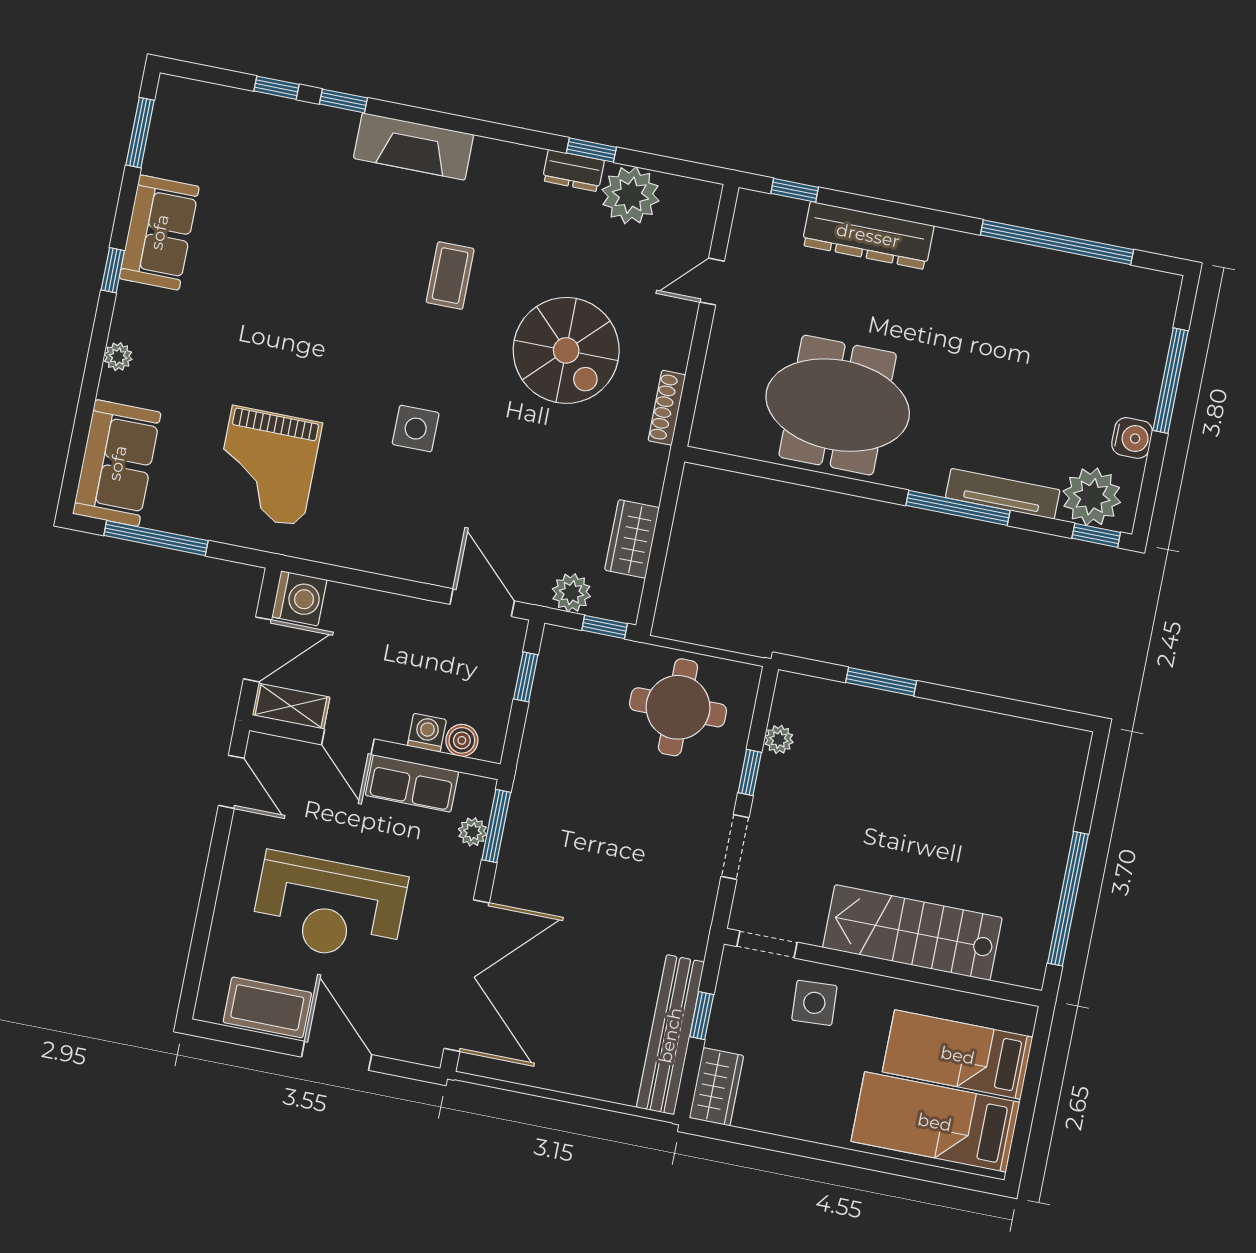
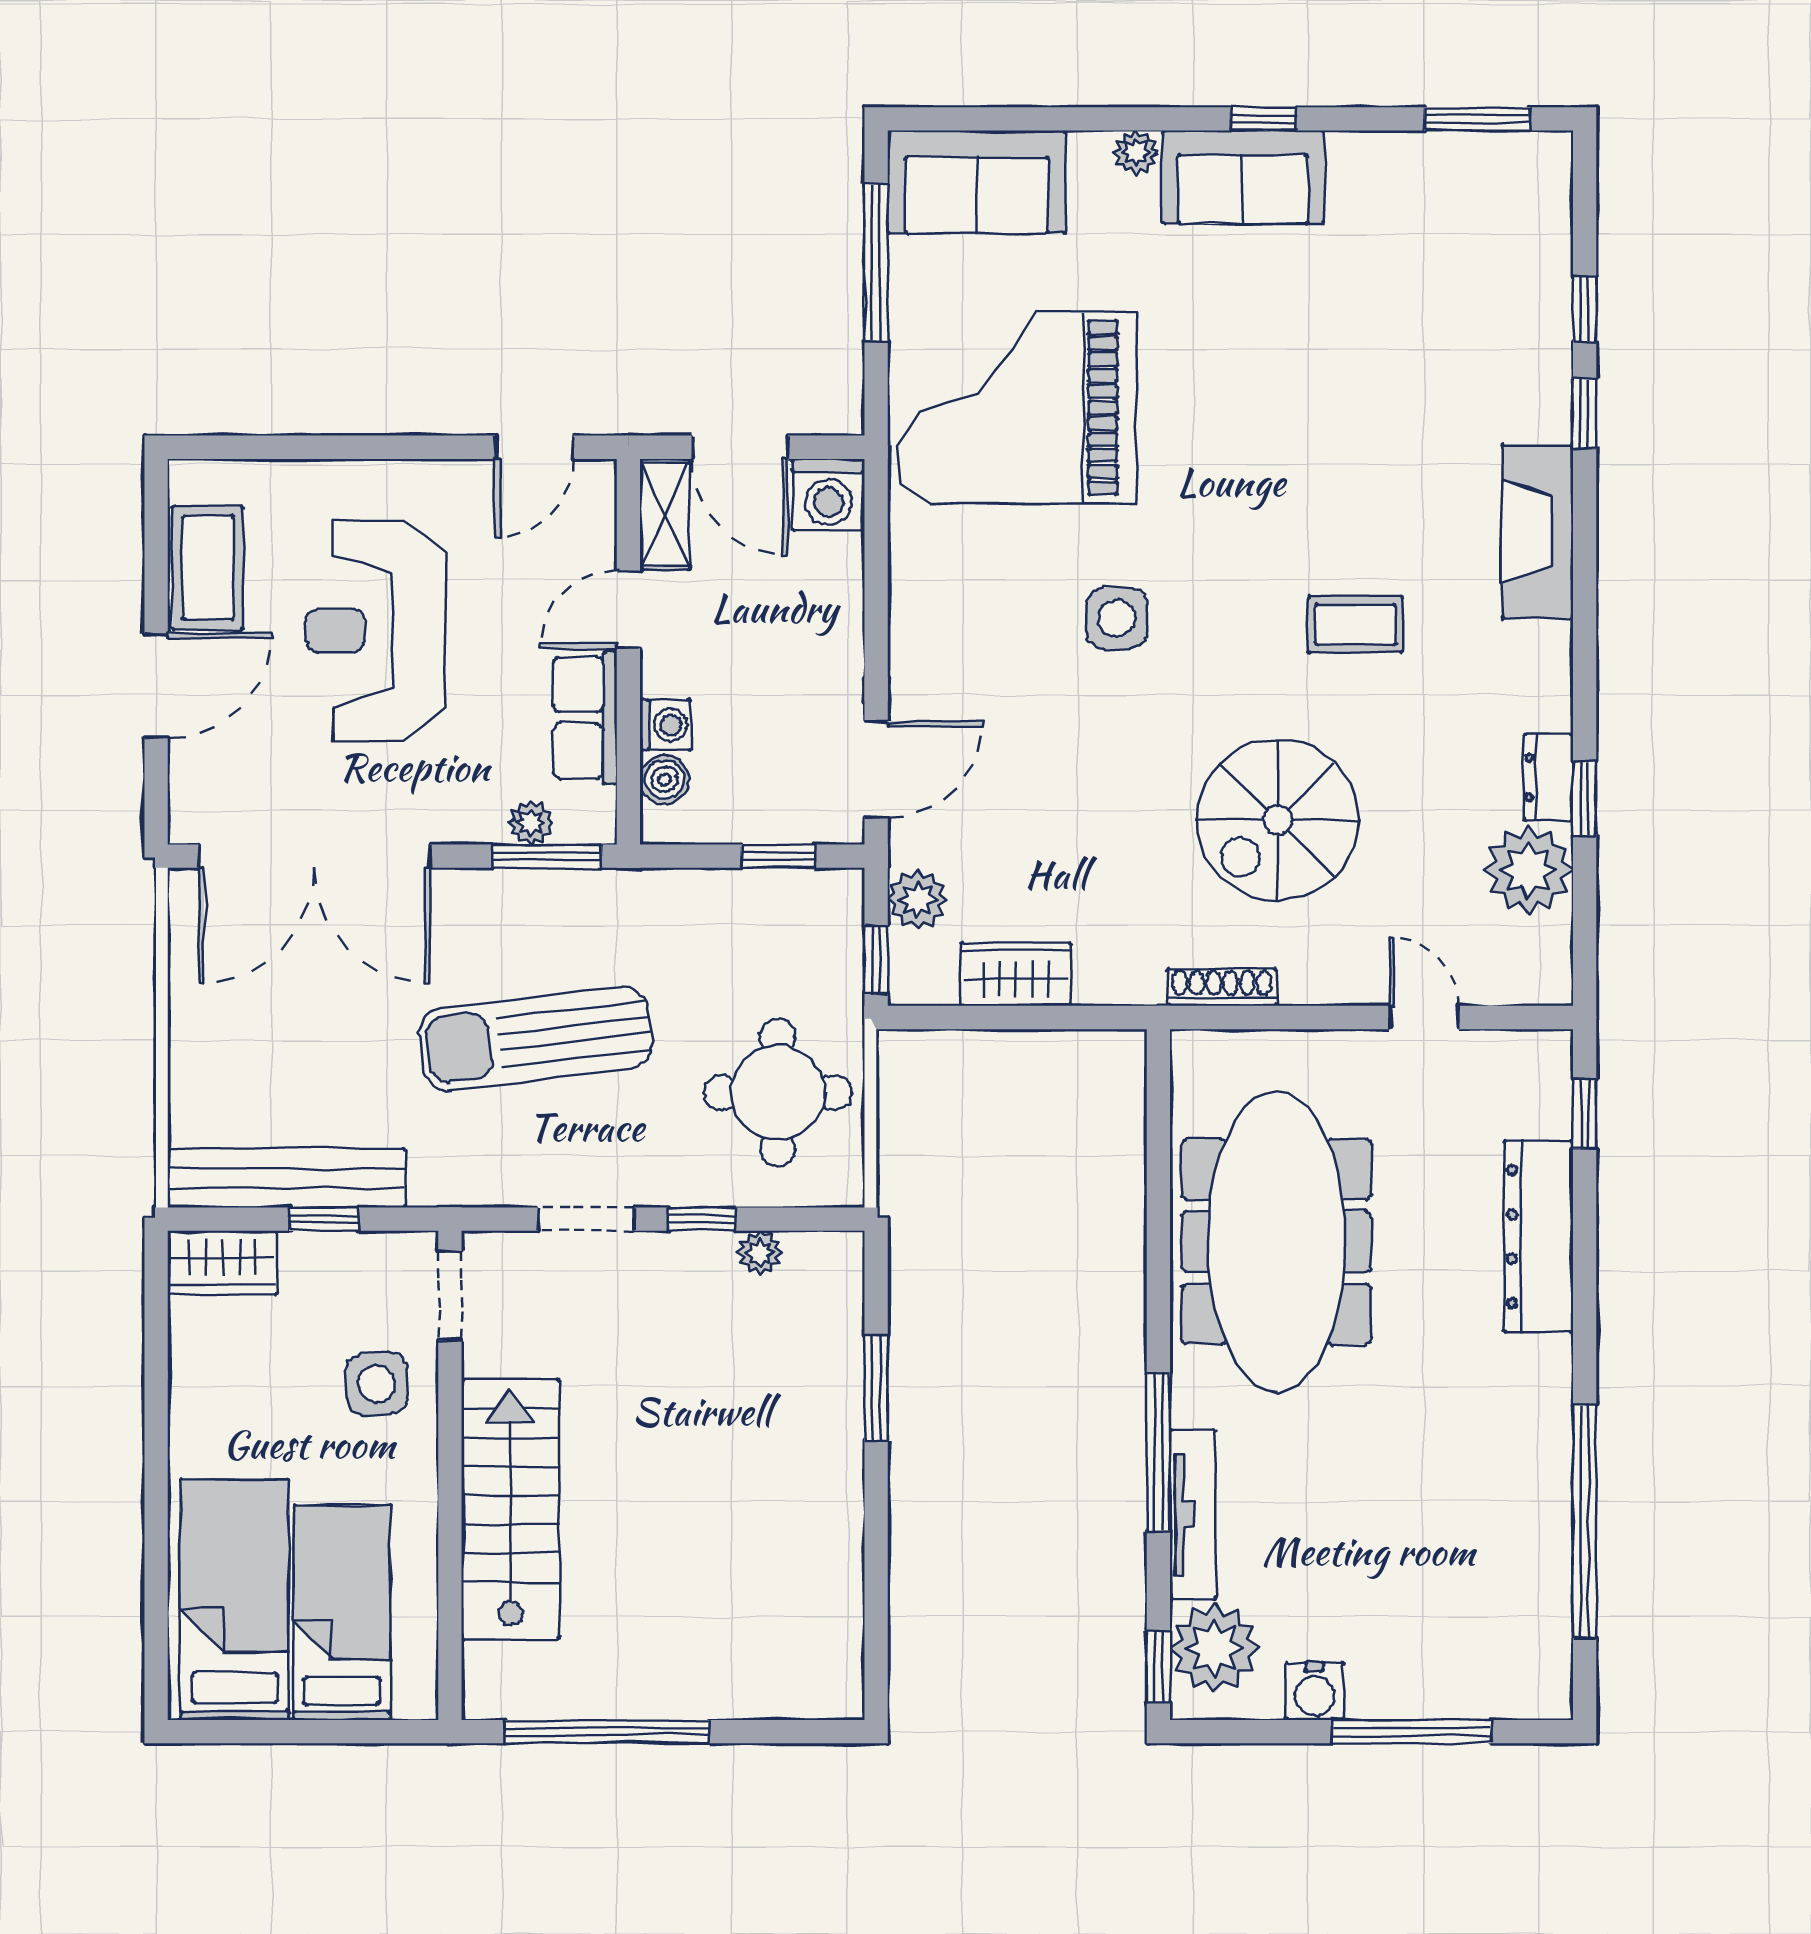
sofa: (159, 232) -> (1243, 177), moved
meeting table: (838, 405) -> (1276, 1242), width x1.36
grand piano: (267, 466) -> (1016, 408), width x1.37, depth x1.48
sun lounger: (612, 856) -> (536, 1038), added

